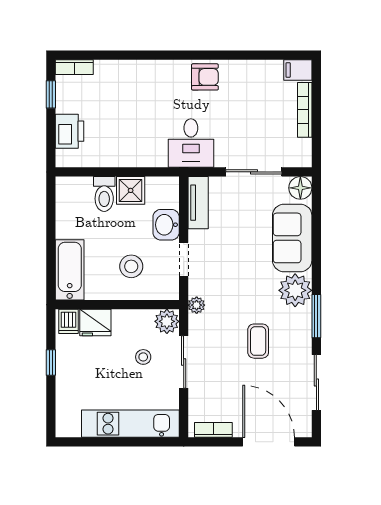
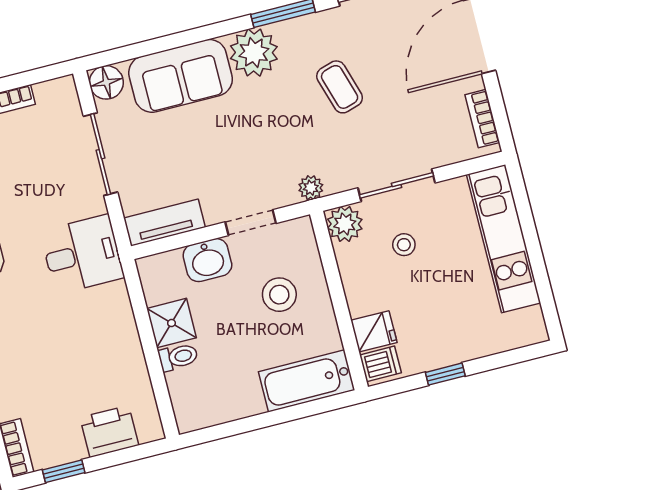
toilet: (104, 194) -> (178, 357), width x0.73, depth x0.72
fridge: (95, 323) -> (374, 331), width x0.72
coffee table: (258, 341) -> (340, 87), turned 73

